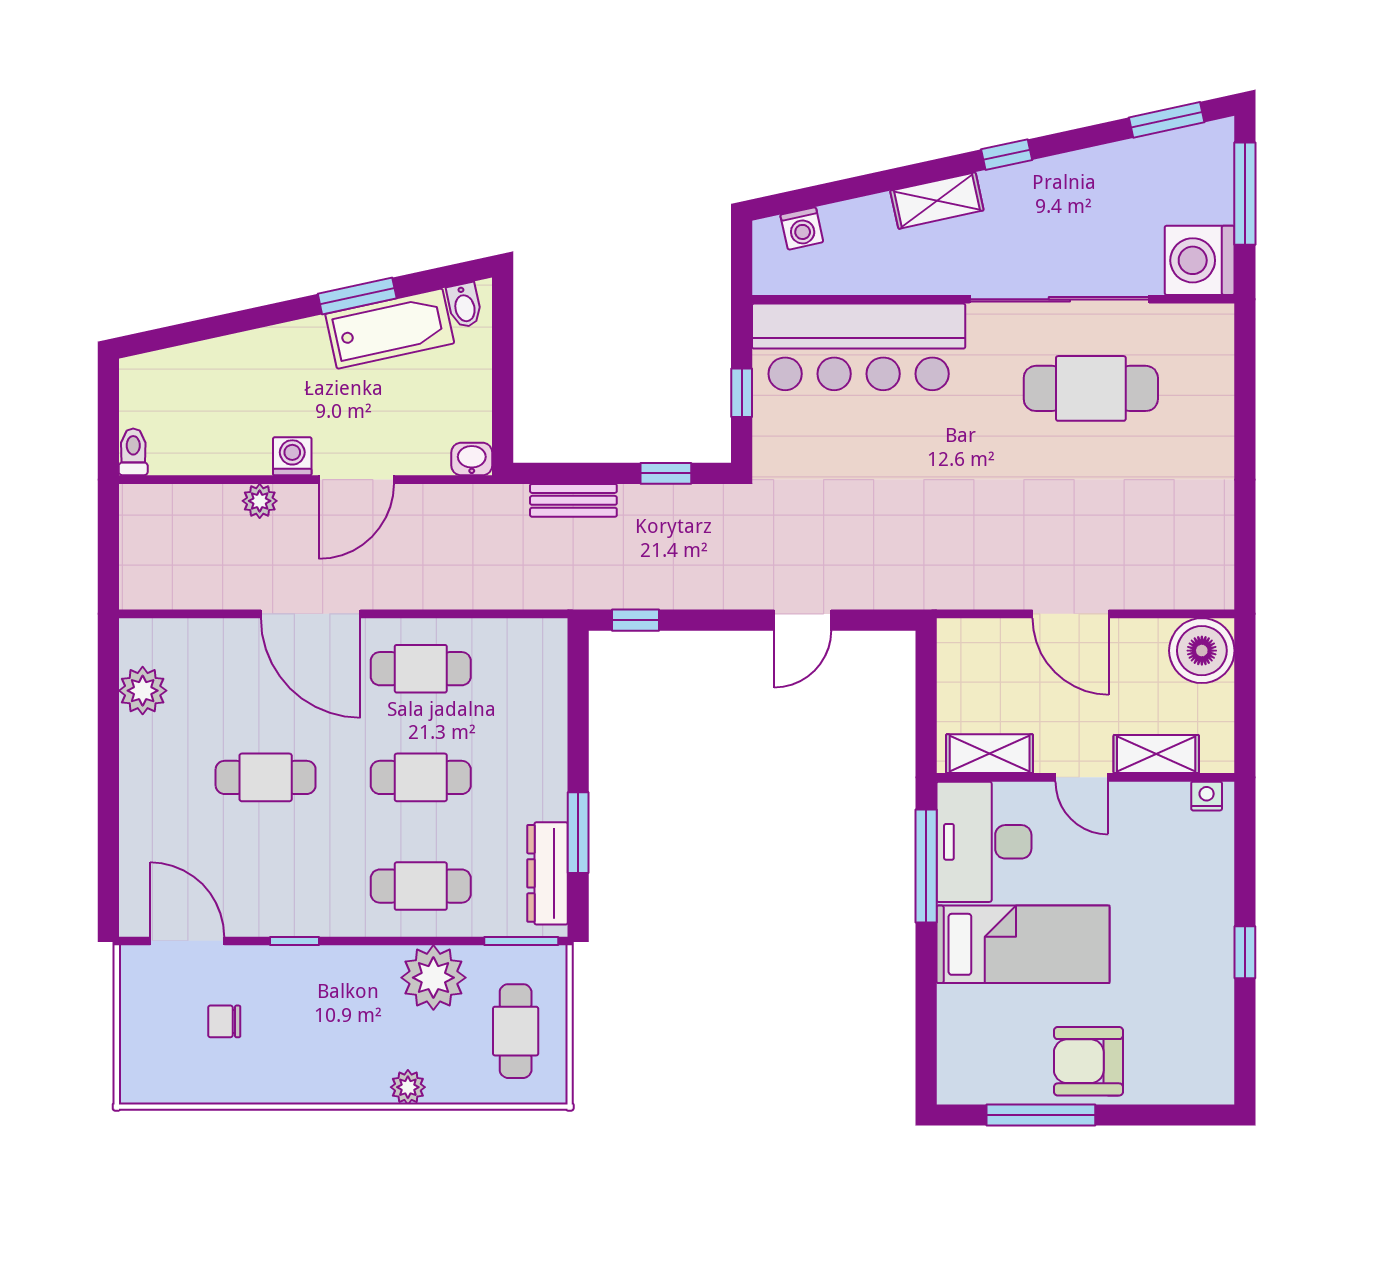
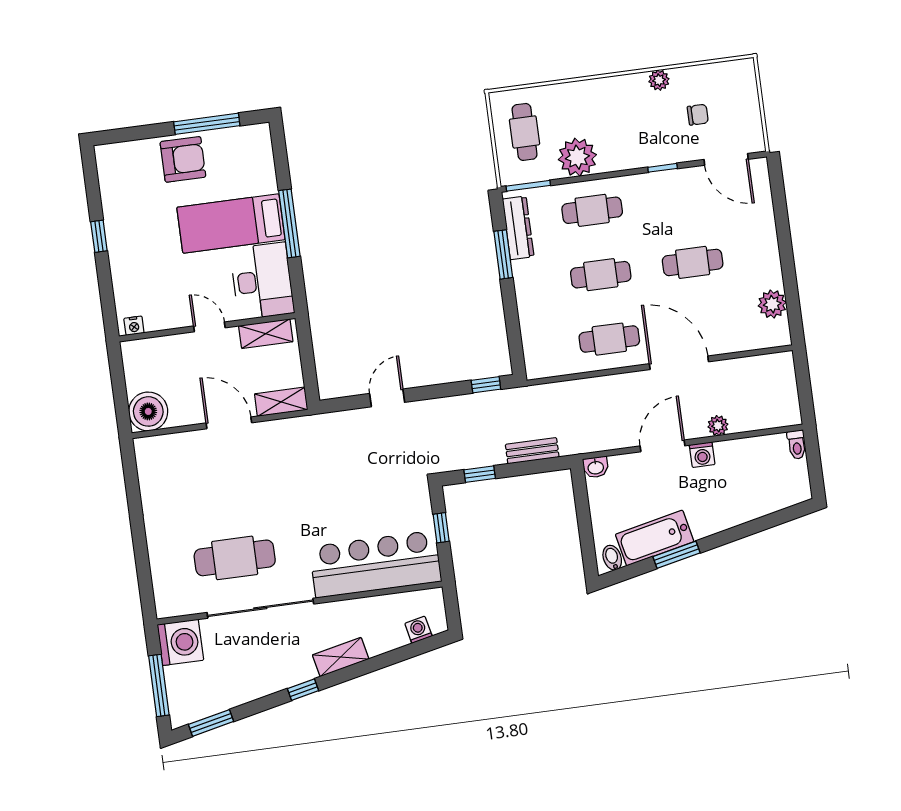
shelving: (1156, 754) -> (281, 402), moved
window: (926, 866) -> (289, 223), moved
plant: (408, 1087) -> (659, 80), moved

